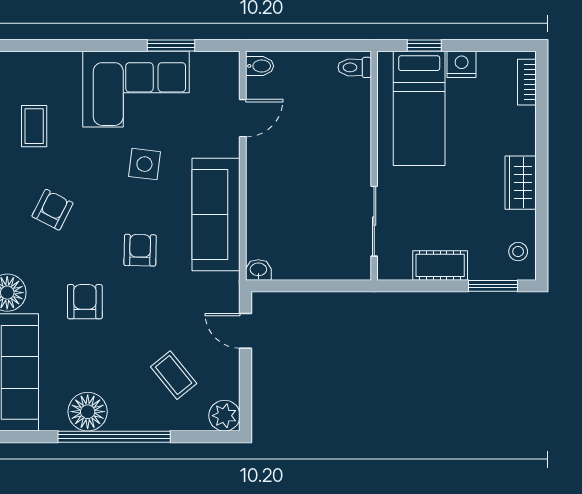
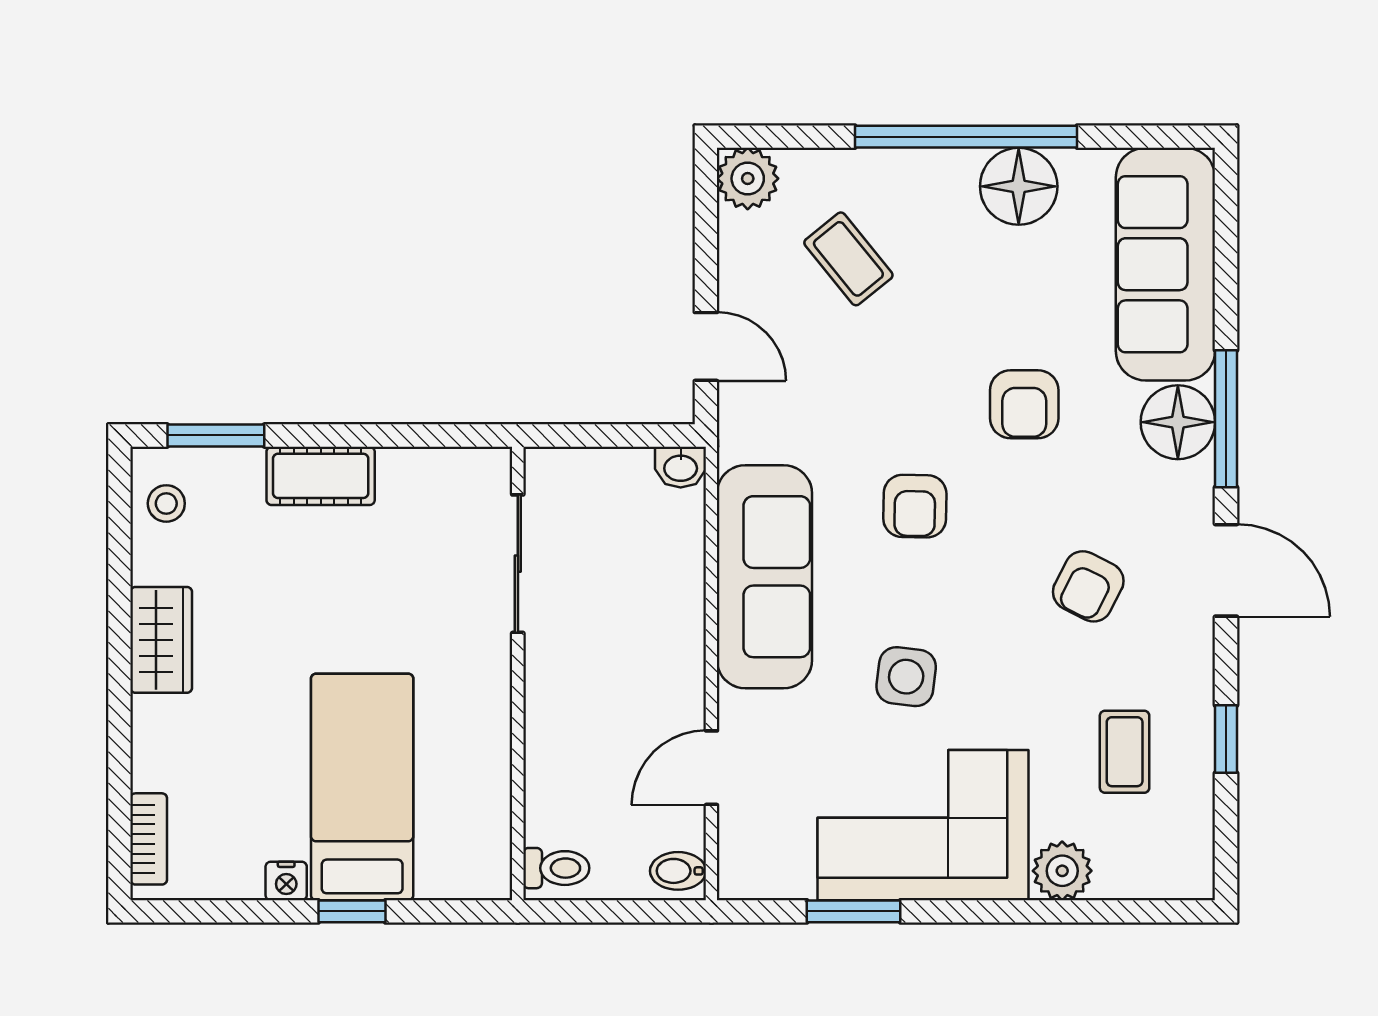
nightstand: (462, 64) -> (286, 881), width x0.72, depth x0.74
plant: (66, 66) -> (1062, 871), added
toilet: (355, 67) -> (556, 868), moved
wall: (374, 166) -> (518, 673), moved
sliding door: (374, 221) -> (518, 564), moved

